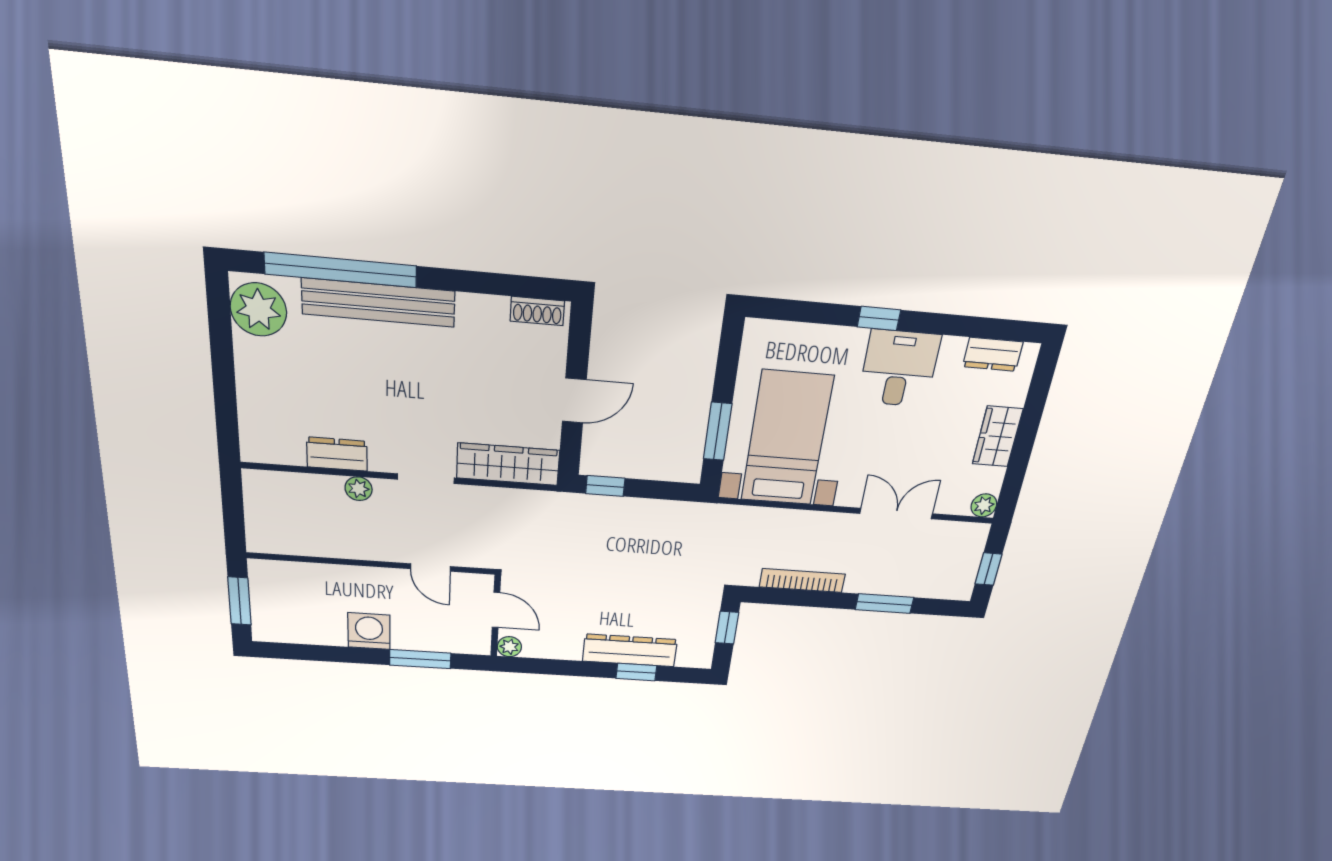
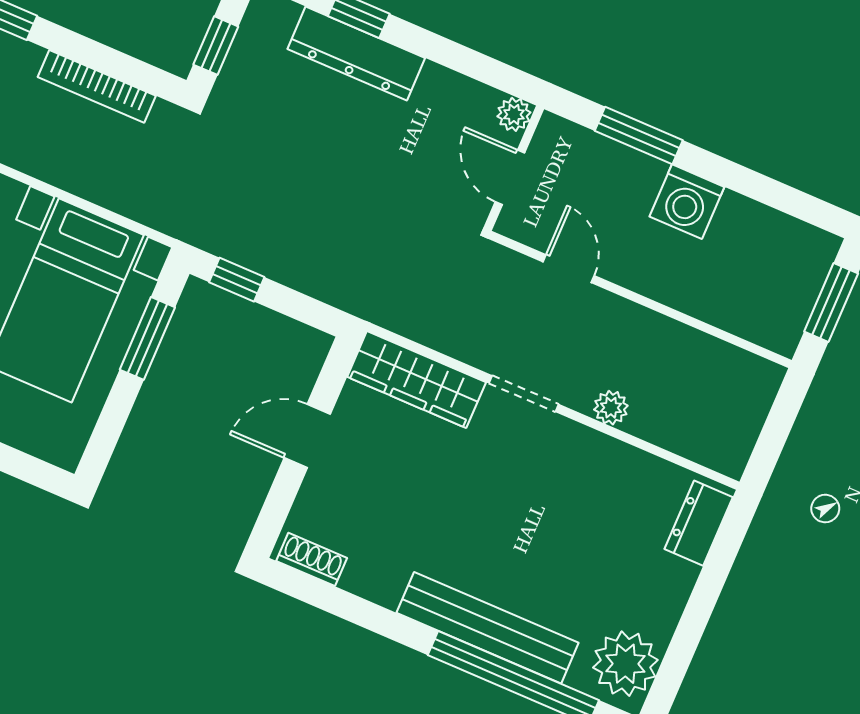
dresser: (337, 454) -> (699, 523), moved, turned 90
window: (605, 486) -> (237, 280), moved

